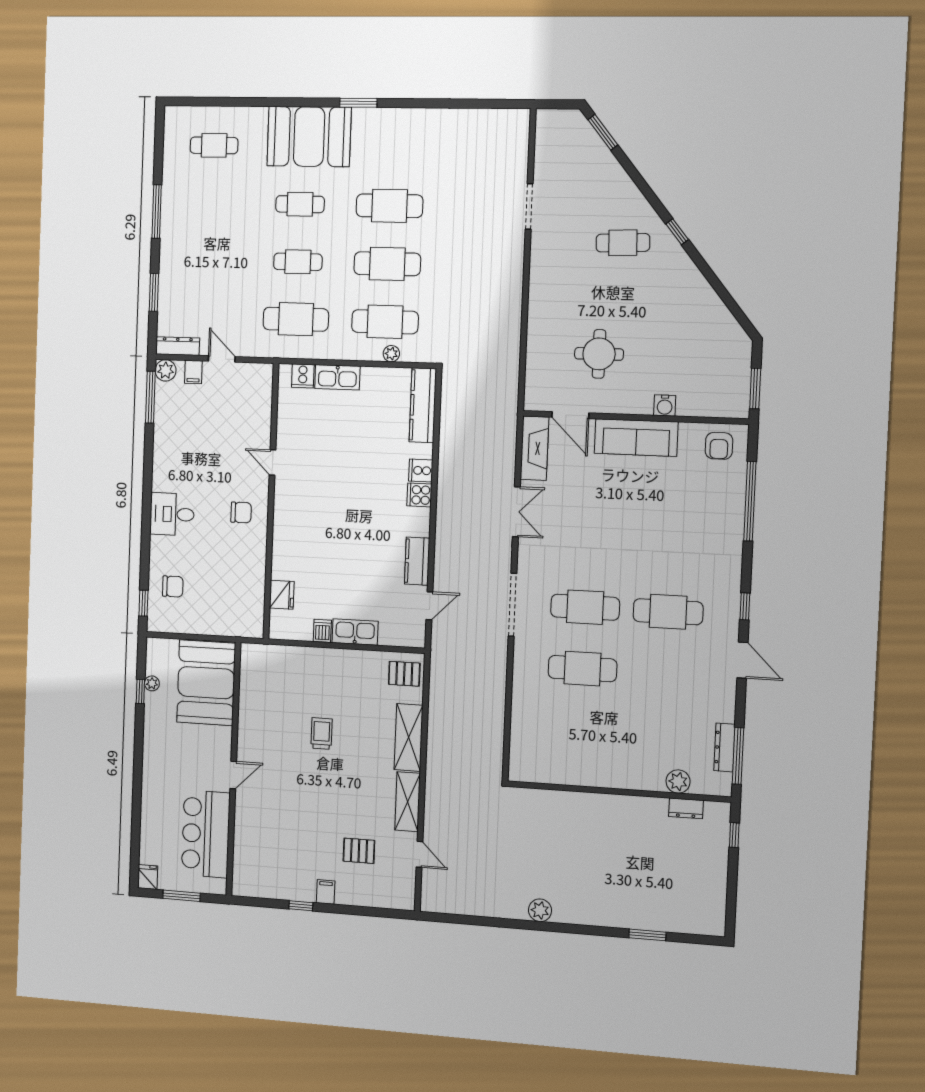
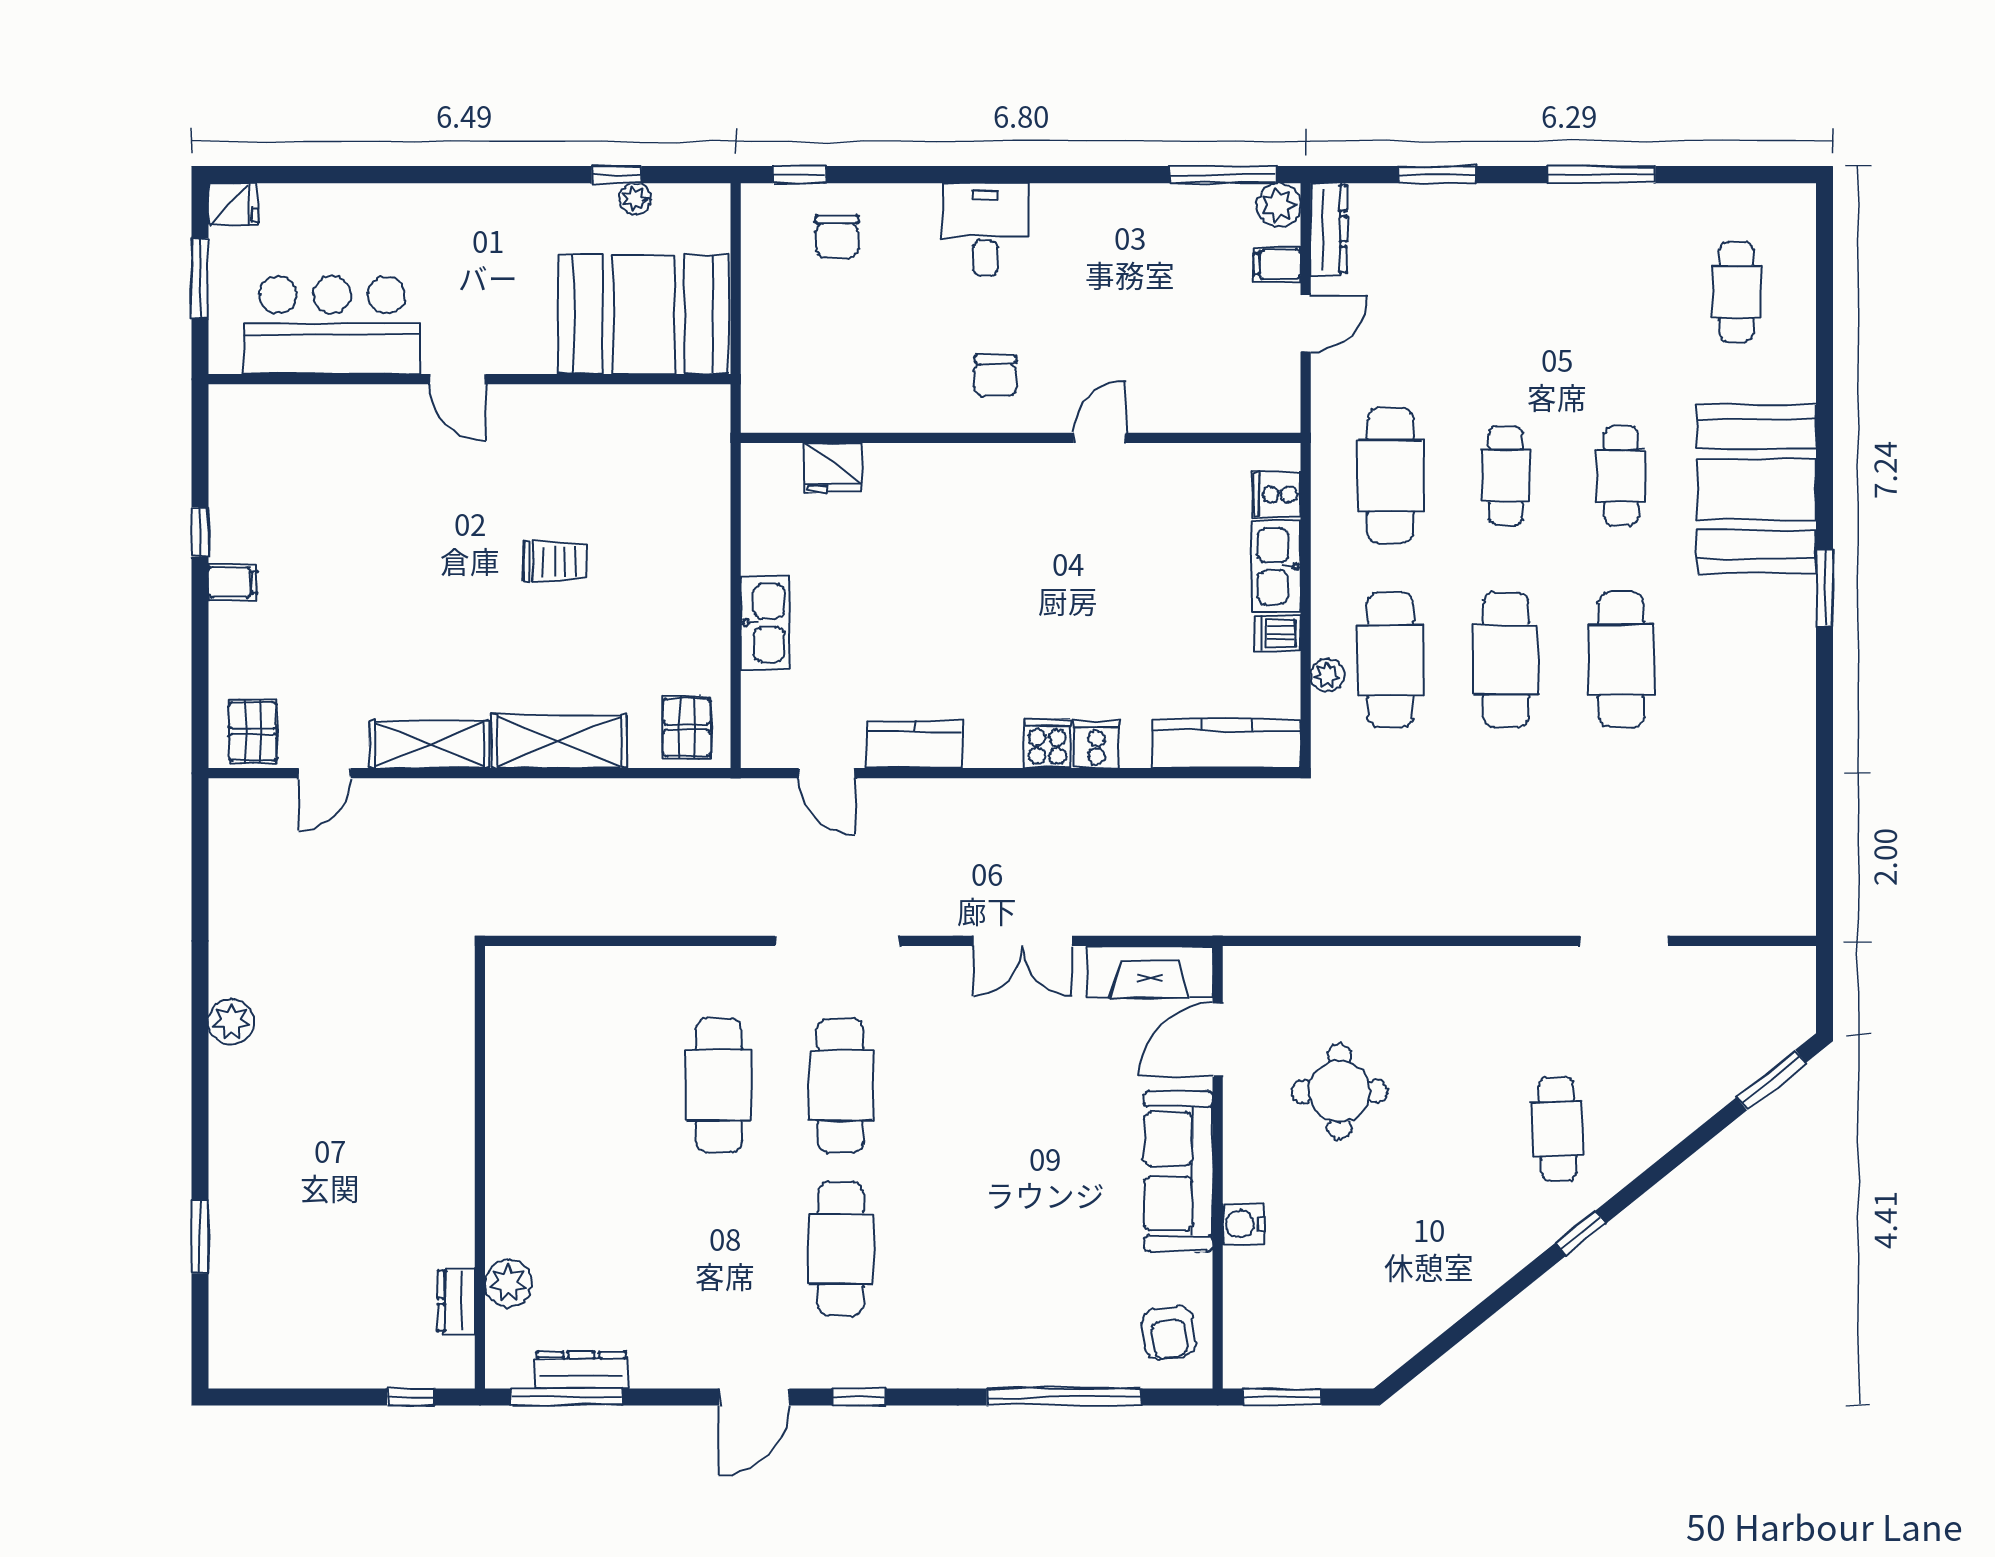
armchair: (719, 446) -> (1169, 1333), turned -98
dishwasher: (322, 631) -> (1278, 633), moved, turned 180
pallet: (359, 851) -> (253, 731), moved

